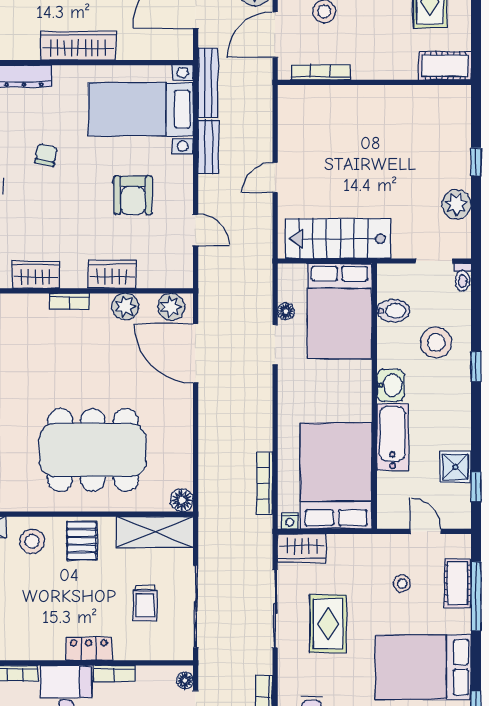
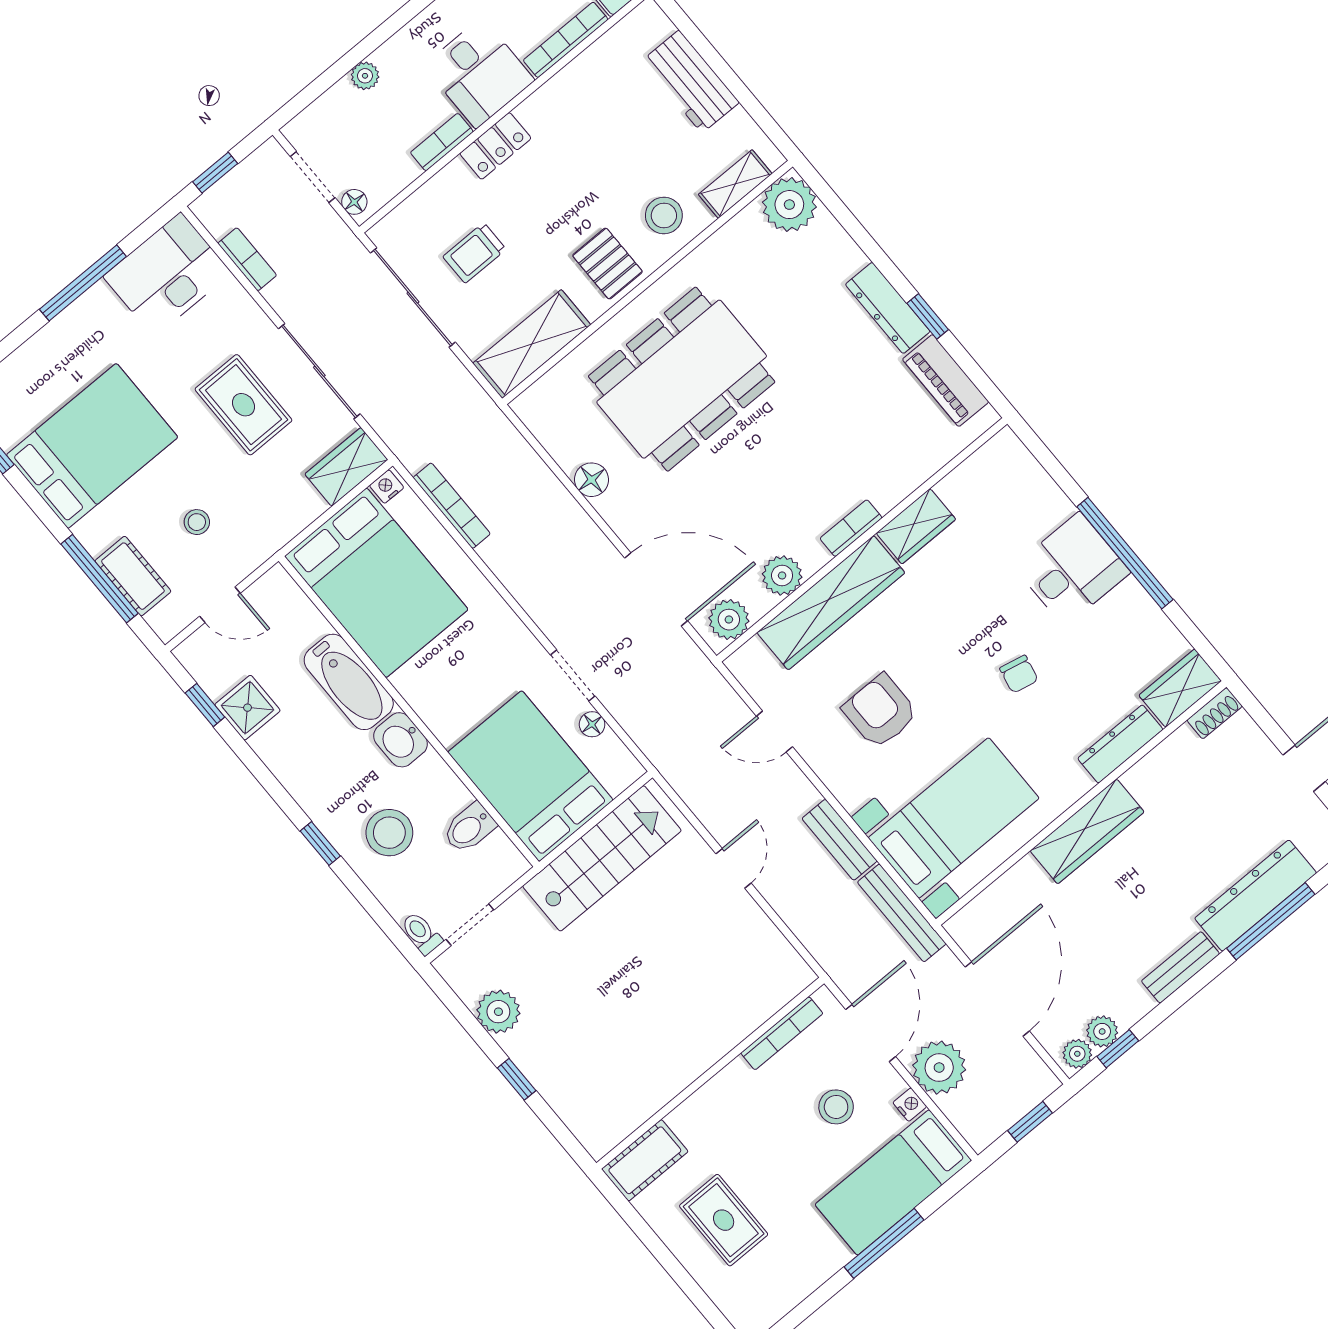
wardrobe: (112, 274) -> (831, 603), width x2.10, depth x1.17
floor lamp: (182, 500) -> (592, 480), moved
trolley: (145, 603) -> (474, 253), turned -90

